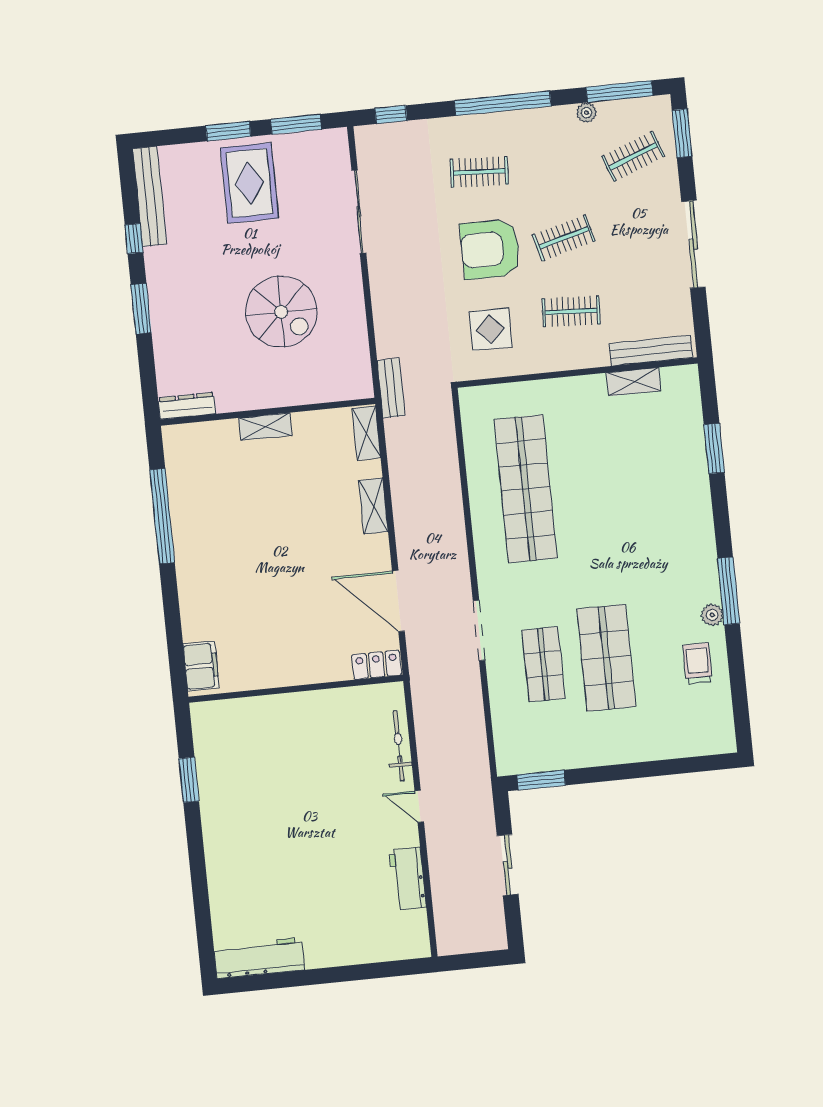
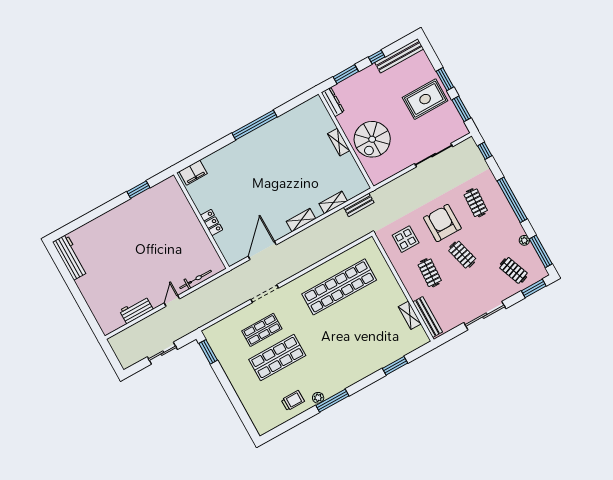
dresser: (187, 406) -> (333, 102), moved
wall: (268, 412) -> (346, 140), moved
shelving: (265, 427) -> (339, 142), moved
locker: (377, 665) -> (211, 223), moved

